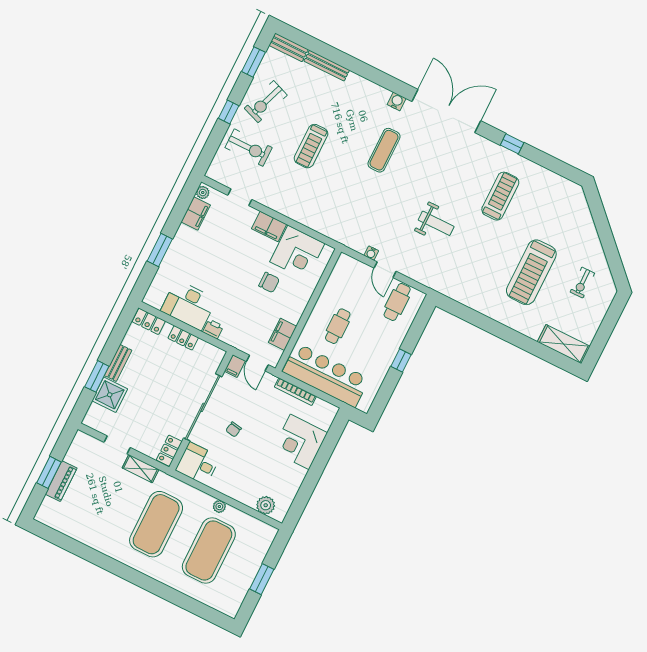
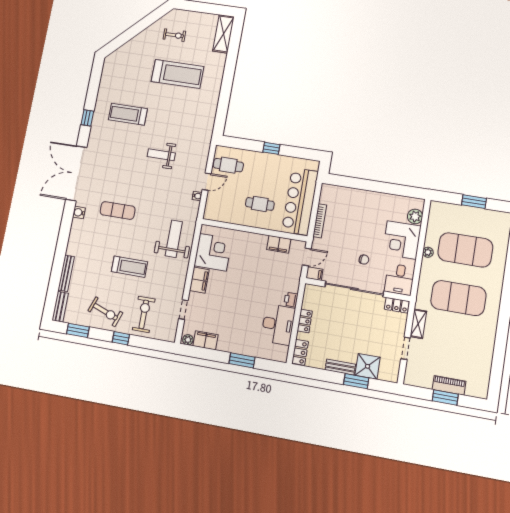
weight bench: (328, 210) -> (174, 239), added
weight bench: (436, 223) -> (161, 155), turned -90
chair: (269, 282) -> (242, 267), removed
corner desk: (300, 442) -> (402, 240), moved, turned 90

